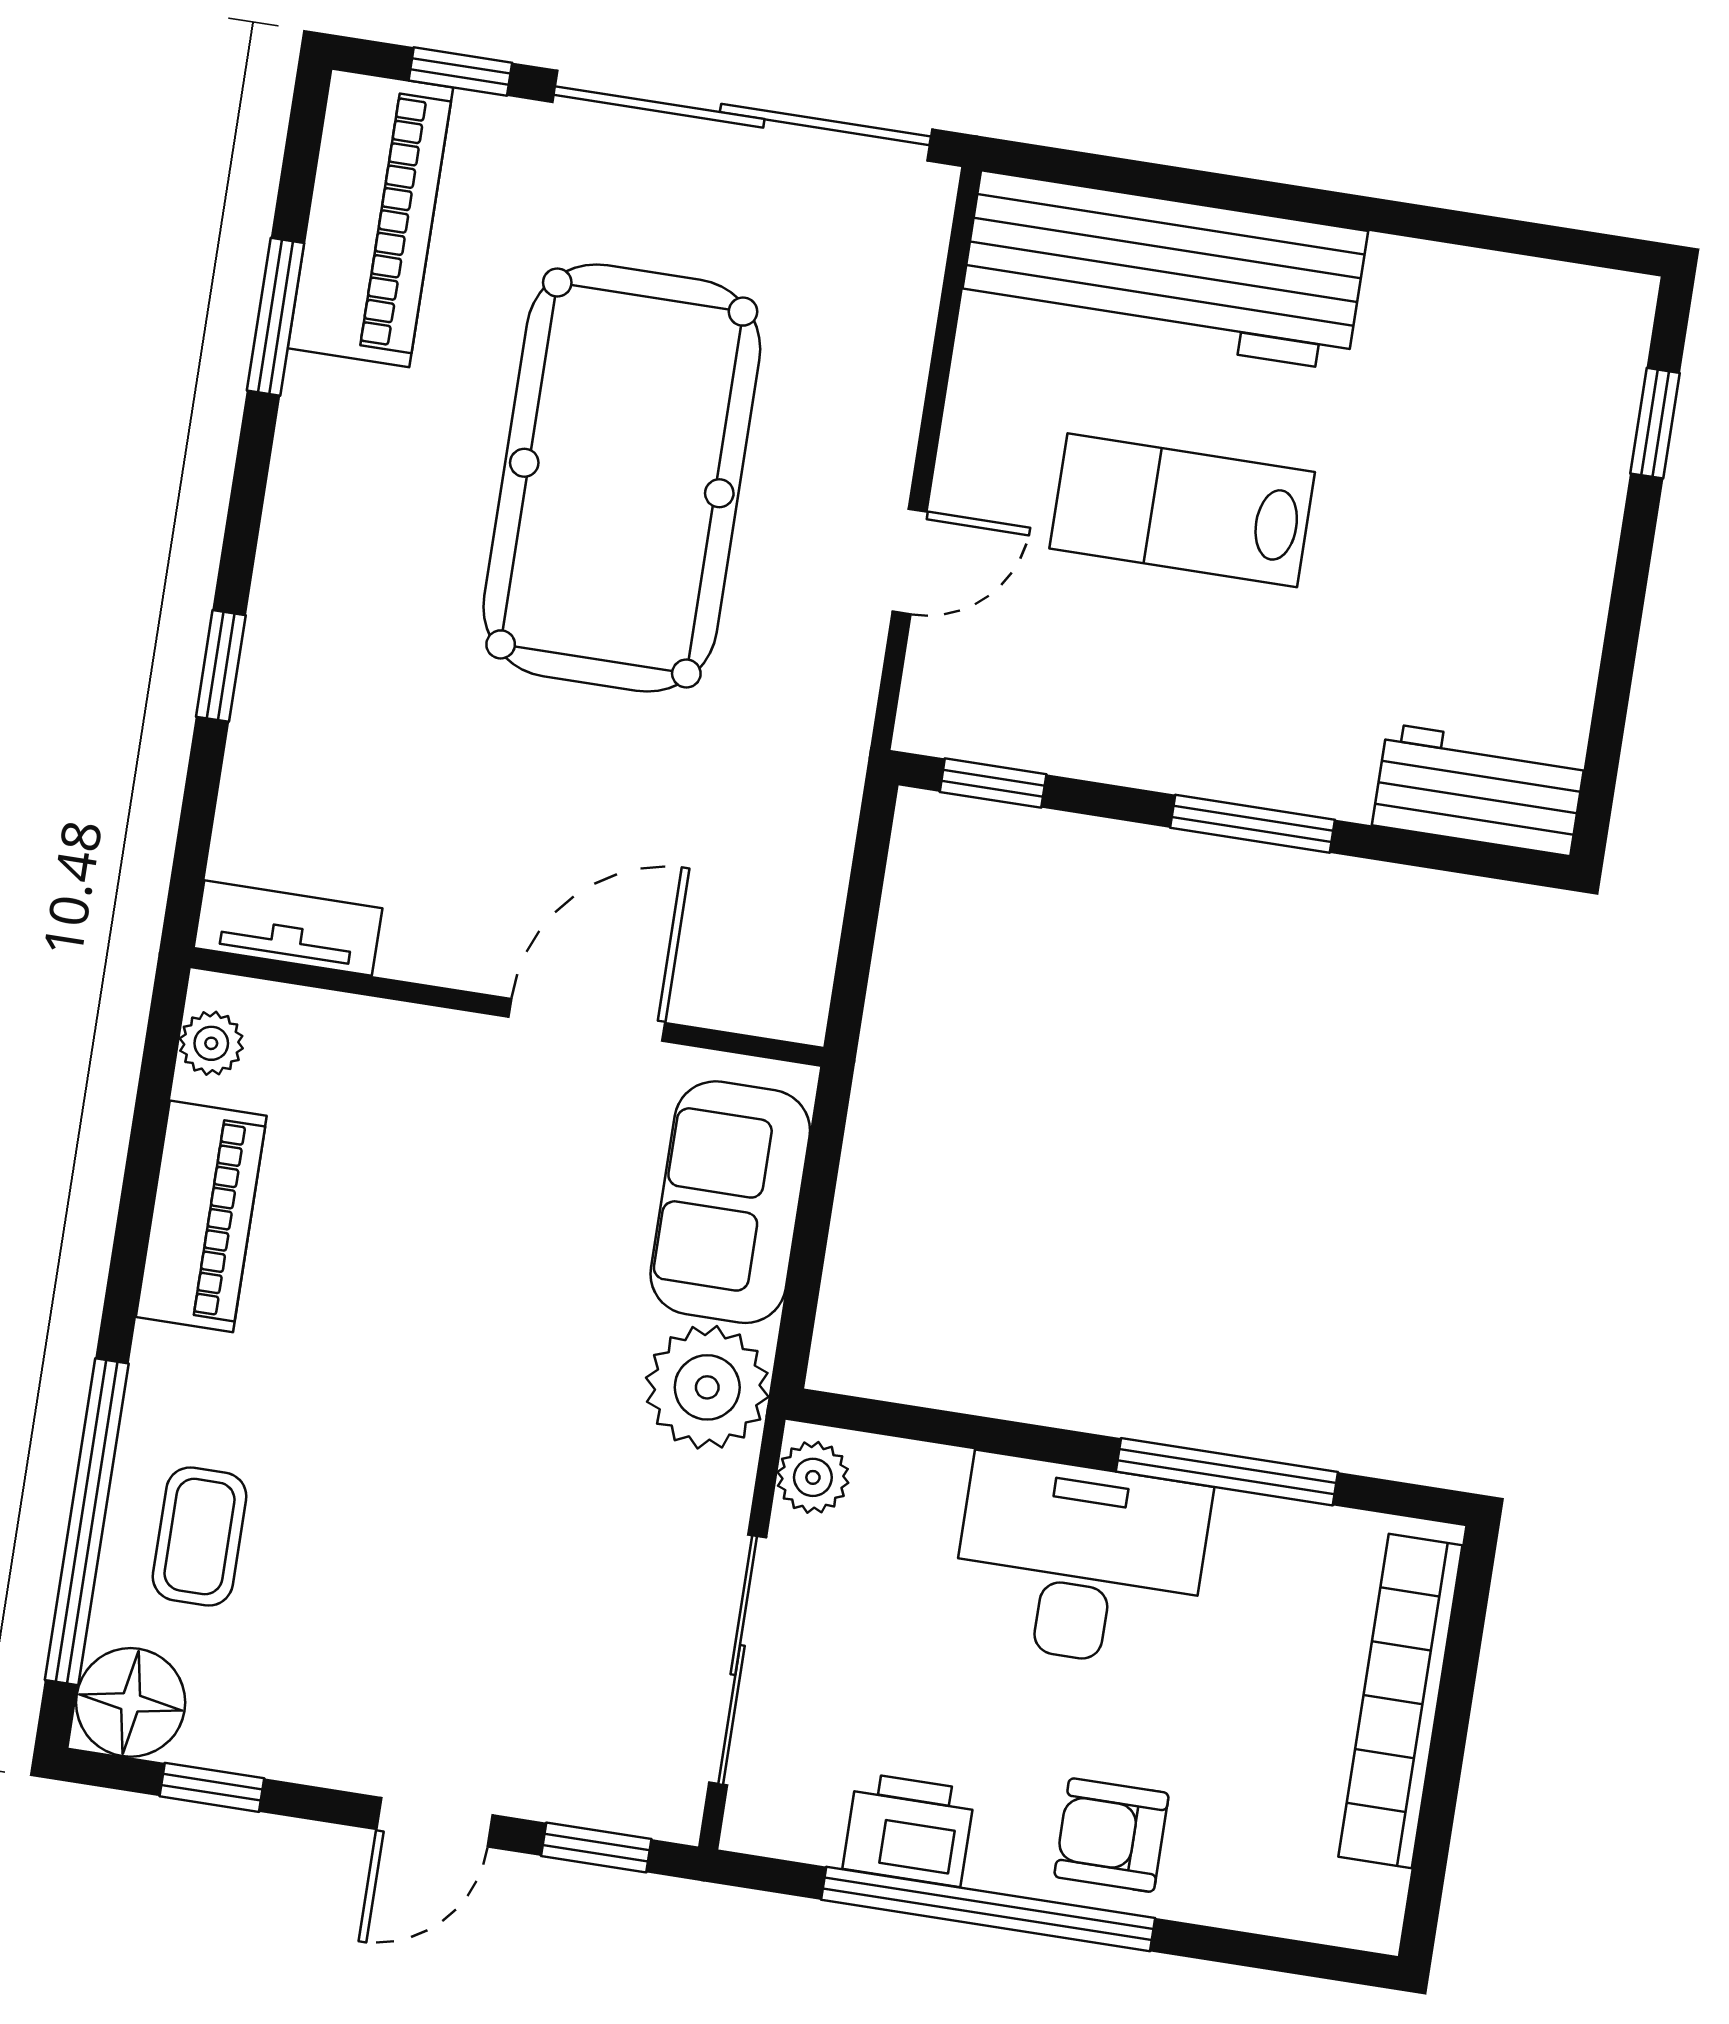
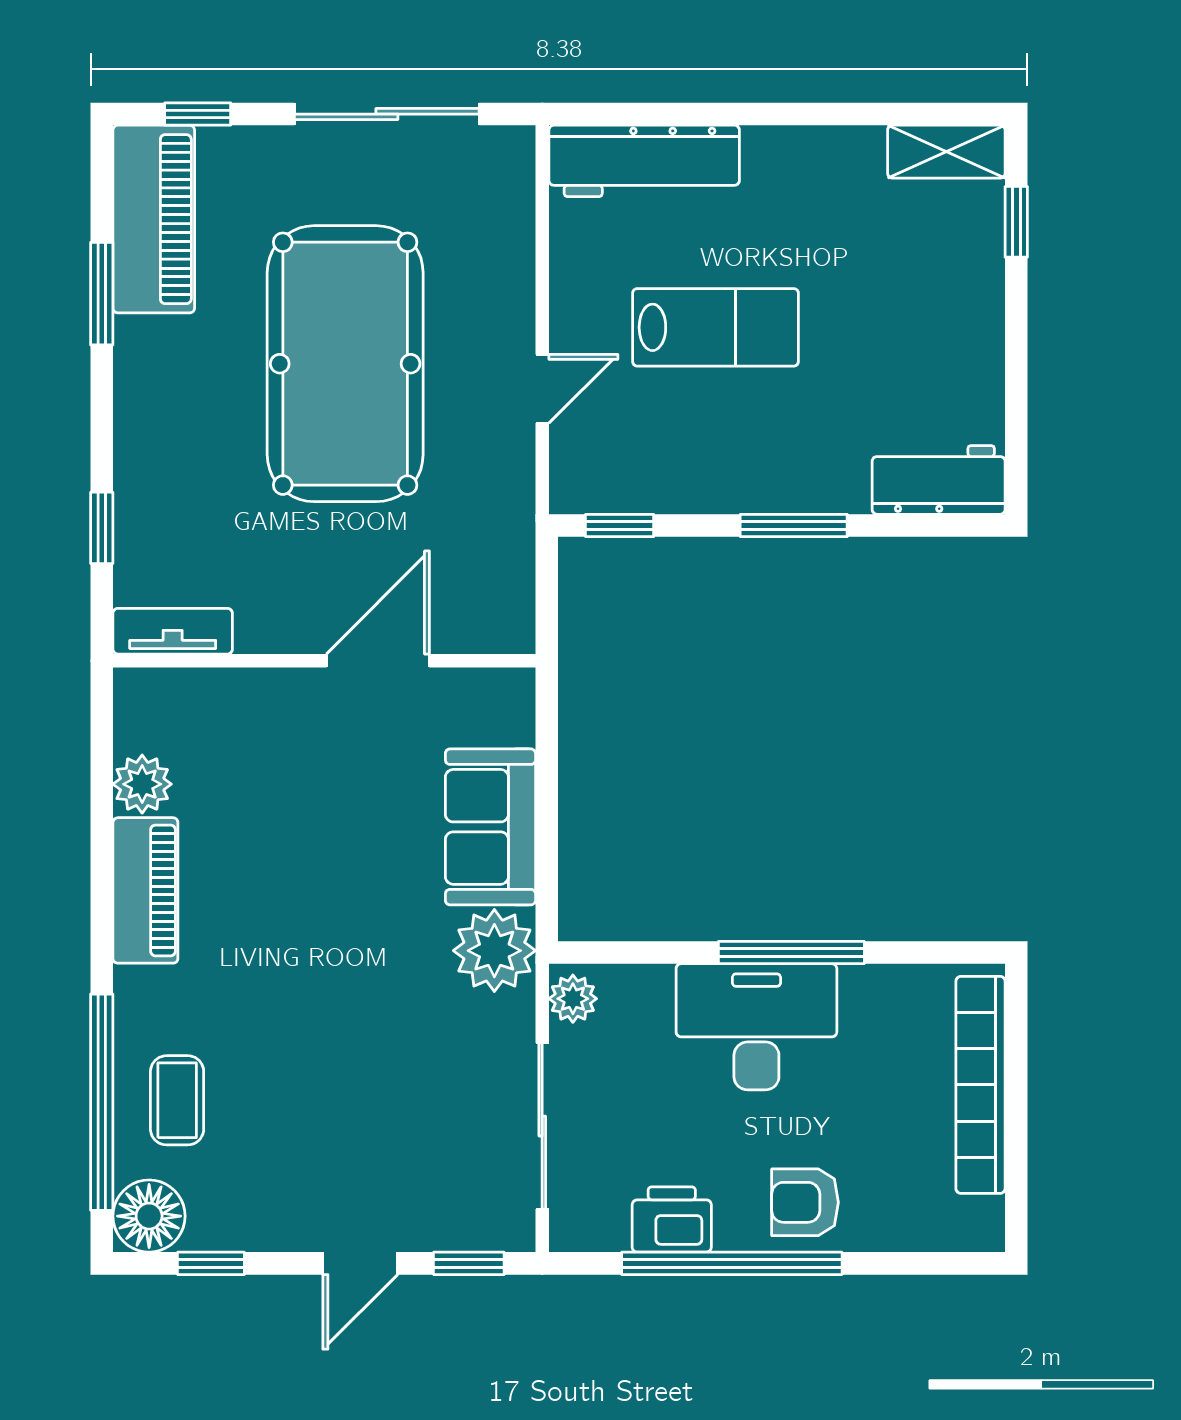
sliding door: (742, 116) -> (387, 114), width x0.73
workbench: (1164, 271) -> (644, 161), width x0.73, depth x0.76
shelving: (1567, 302) -> (946, 152), added
lab bench: (1182, 510) -> (715, 327), turned 180
tv unit: (288, 928) -> (173, 631), moved
wall: (507, 1007) -> (324, 661), moved
door: (587, 1020) -> (378, 661), moved
plant: (211, 1043) -> (142, 784), width x1.38, depth x1.38
window: (1227, 1472) -> (791, 953), moved

